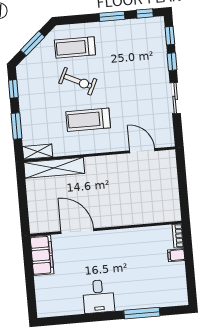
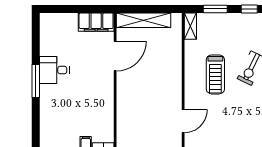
treadmill: (88, 120) -> (215, 74), turned 180
shelving: (54, 168) -> (144, 20), moved, turned 90
window: (142, 313) -> (36, 81), moved

